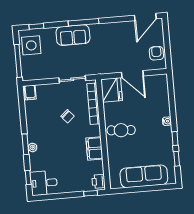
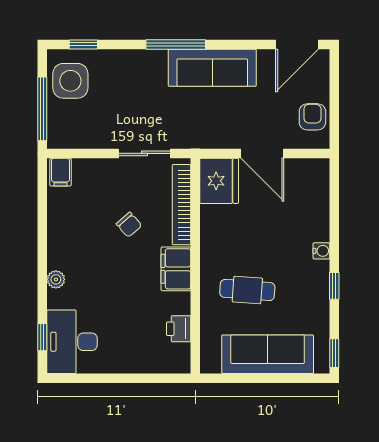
sofa: (73, 35) -> (212, 68), moved, width x1.36
cafe table: (121, 130) -> (247, 290), moved
window: (25, 144) -> (42, 272), removed
filing cabinet: (94, 148) -> (176, 269), moved
window: (177, 159) -> (334, 353), moved
printer: (99, 181) -> (179, 329), moved
desk: (44, 183) -> (72, 342), width x1.37
window: (91, 193) -> (161, 378), removed

